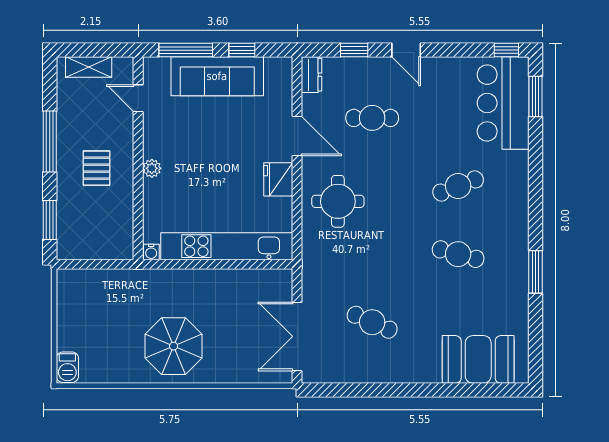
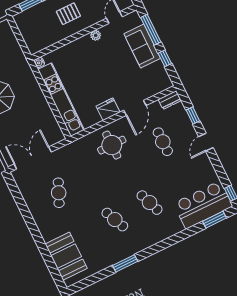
sofa: (217, 76) -> (142, 46), width x0.73
plant: (152, 168) -> (96, 35), moved
cafe table: (458, 254) -> (115, 220), turned -39

